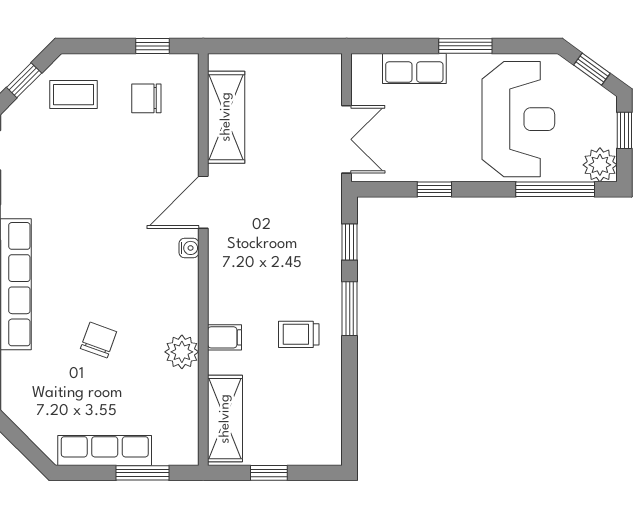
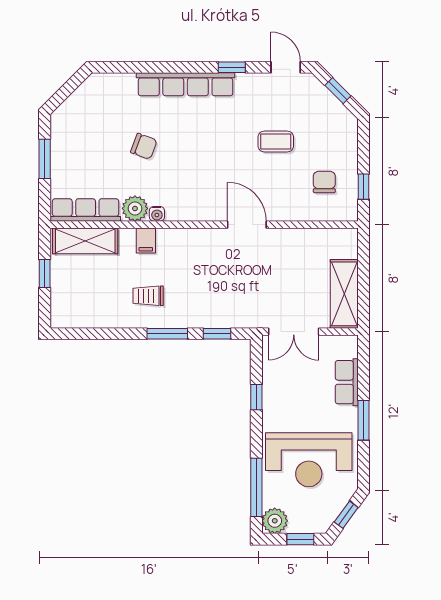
coffee table: (74, 95) -> (276, 141), moved, turned 90
shelving: (226, 117) -> (344, 294), moved, turned 90
water cooler: (189, 248) -> (157, 214), moved
trolley: (299, 334) -> (148, 296), turned -90
row of seats: (105, 450) -> (86, 210), moved, turned -90
window: (143, 473) -> (45, 159), moved

